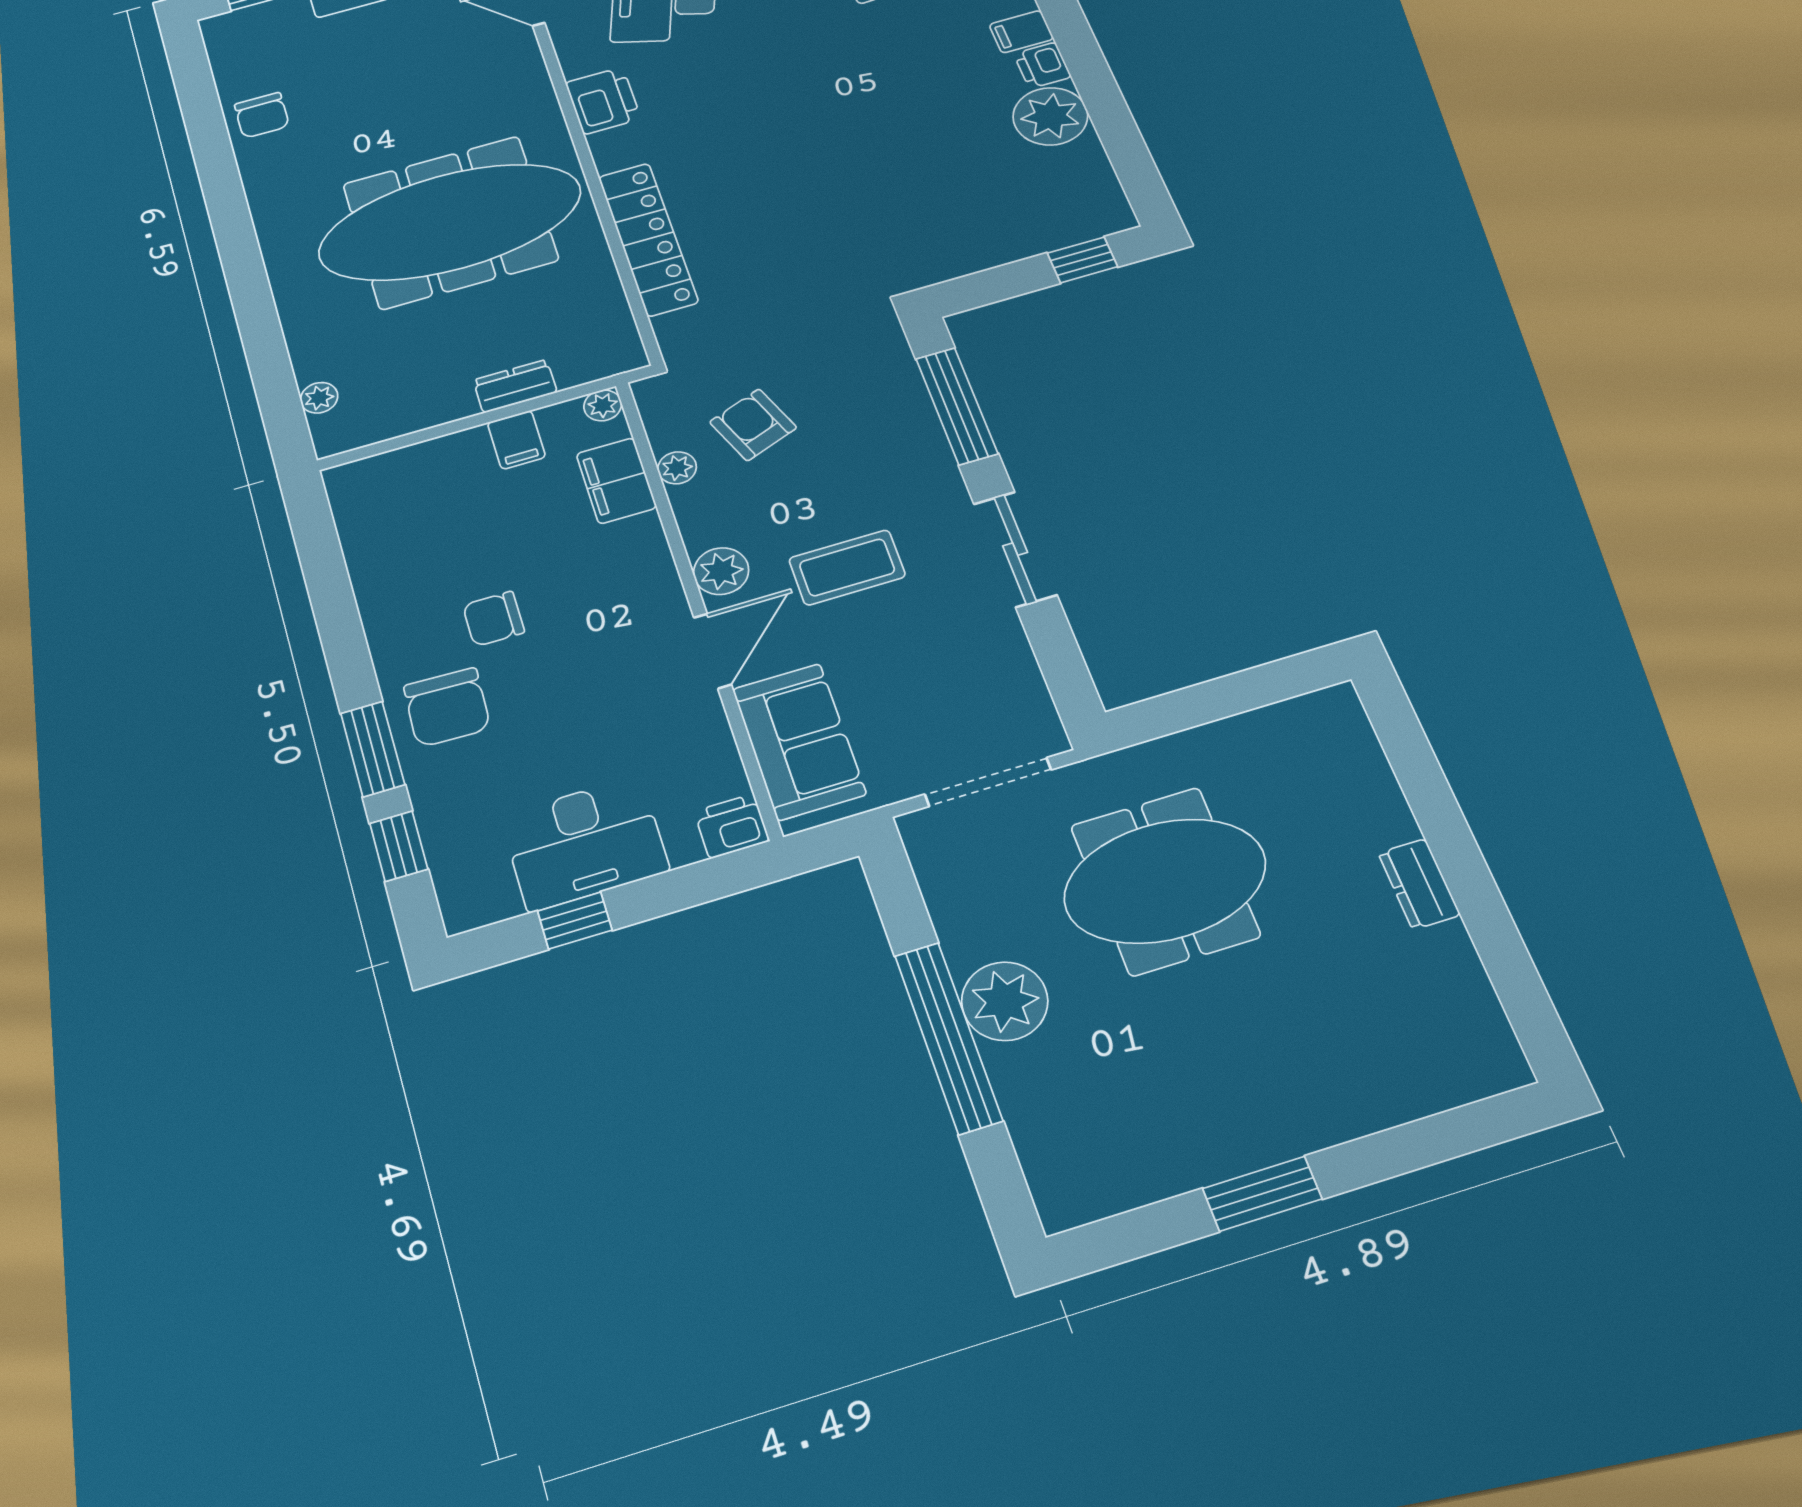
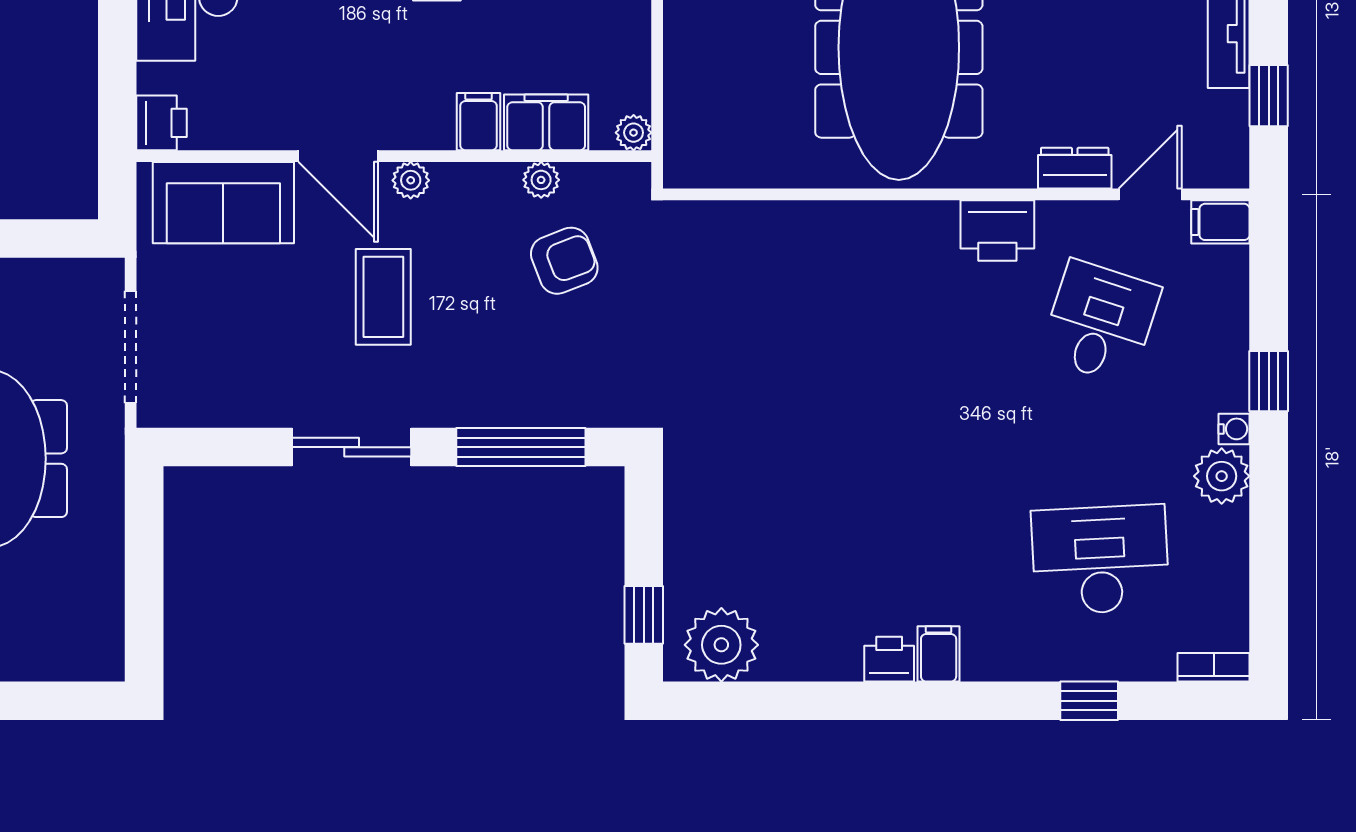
plant: (1050, 116) -> (721, 645), moved
locker: (648, 239) -> (811, 226), removed
dresser: (515, 386) -> (1075, 168), moved, turned -90
filing cabinet: (516, 440) -> (479, 122), moved, turned 90
plant: (721, 571) -> (411, 180), width x0.73, depth x0.73

